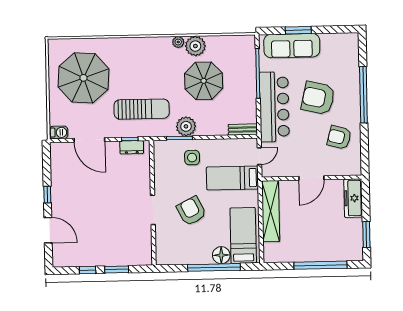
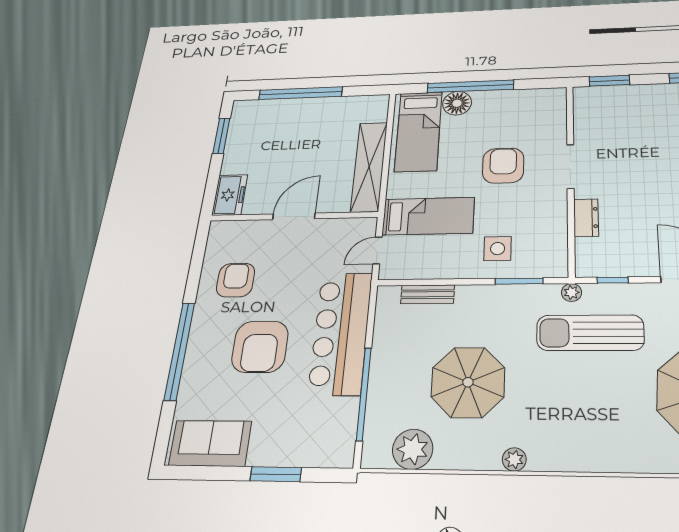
plant: (195, 46) -> (413, 449), moved
sofa: (292, 46) -> (210, 443), moved, width x0.73
armchair: (318, 98) -> (260, 347), turned 77
plant: (186, 126) -> (571, 292), moved, width x0.53, depth x0.53
bench: (243, 130) -> (428, 294), moved
armchair: (339, 137) -> (236, 280), turned -105
dresser: (132, 147) -> (586, 218), moved, turned 90
freezer: (353, 198) -> (230, 195), width x0.71
armchair: (191, 211) -> (503, 166), turned -153
window: (117, 269) -> (609, 81), moved

